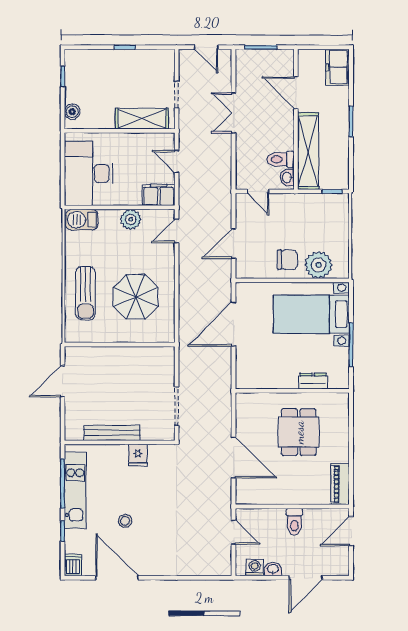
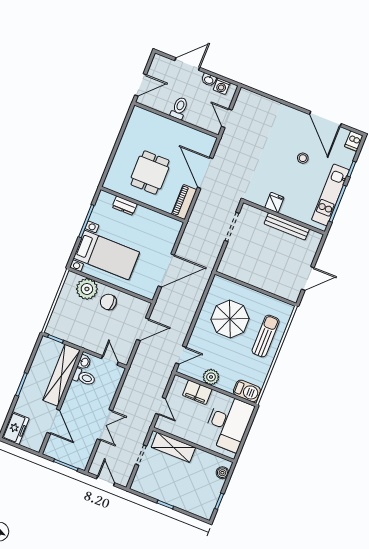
filing cabinet: (159, 195) -> (197, 392), moved
piano: (340, 484) -> (184, 202), moved, turned 180

